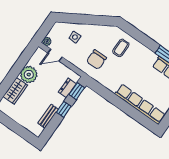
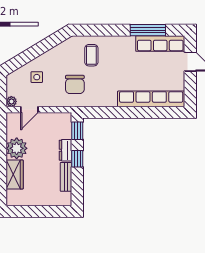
dresser: (67, 88) -> (65, 150), moved

